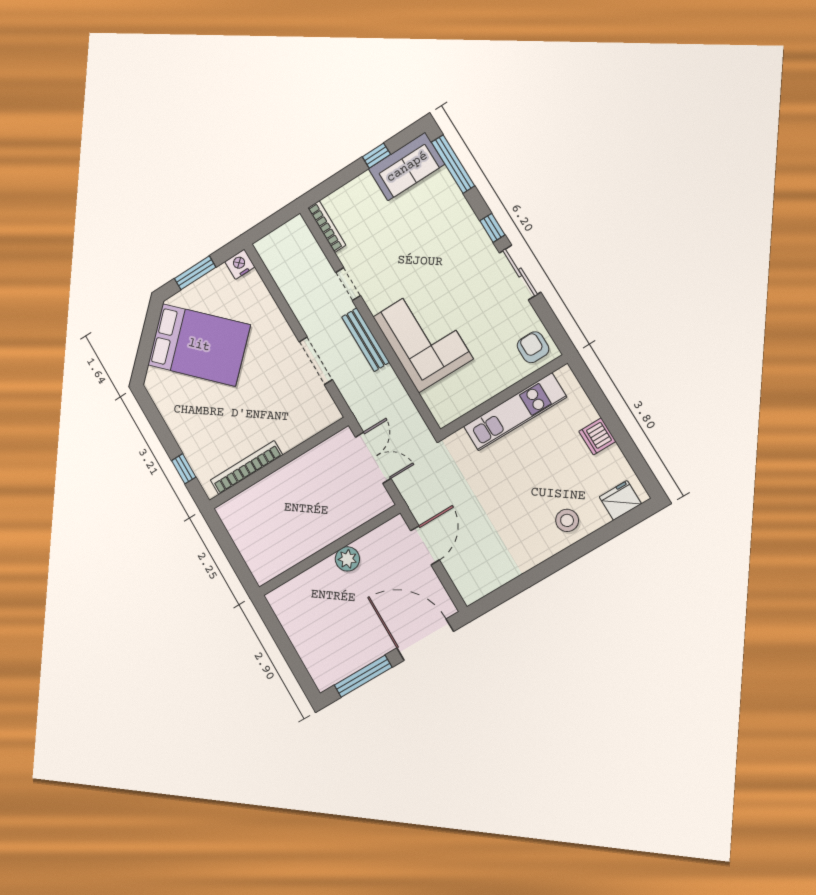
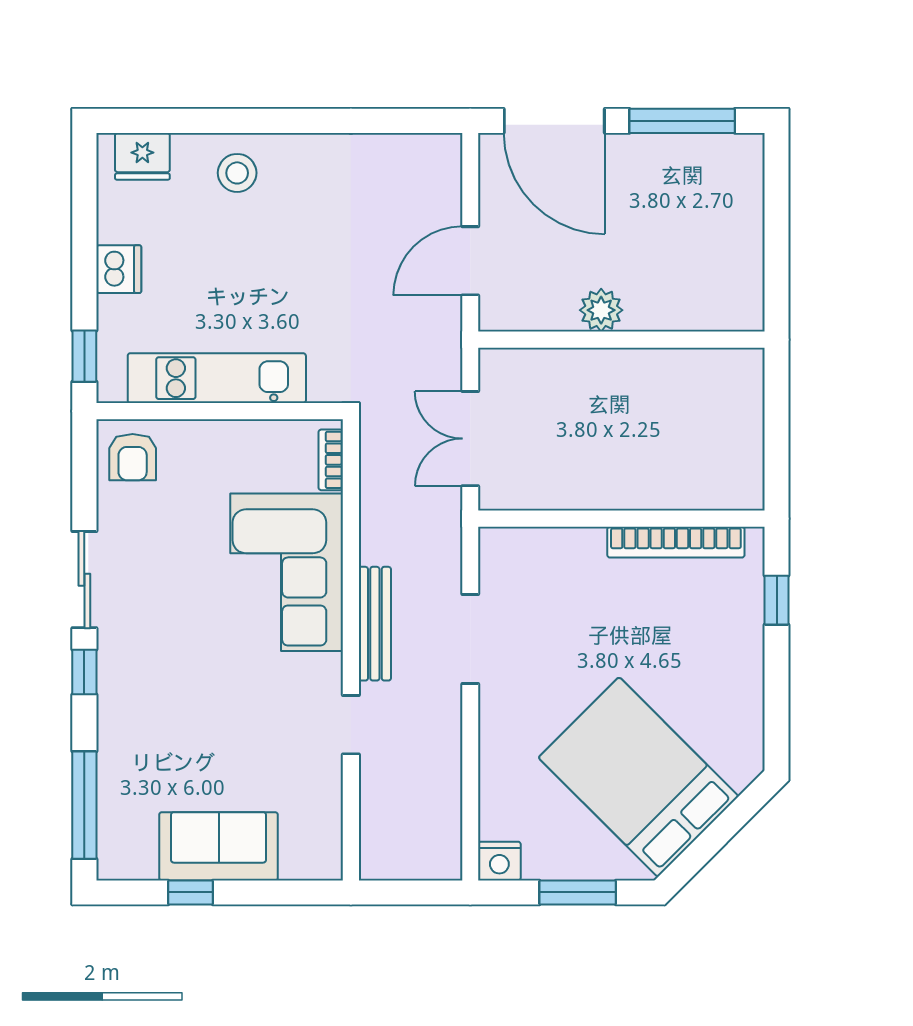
sofa: (407, 167) -> (219, 846), moved
bookcase: (327, 227) -> (331, 460), moved, width x0.64
window: (588, 382) -> (84, 356), added

